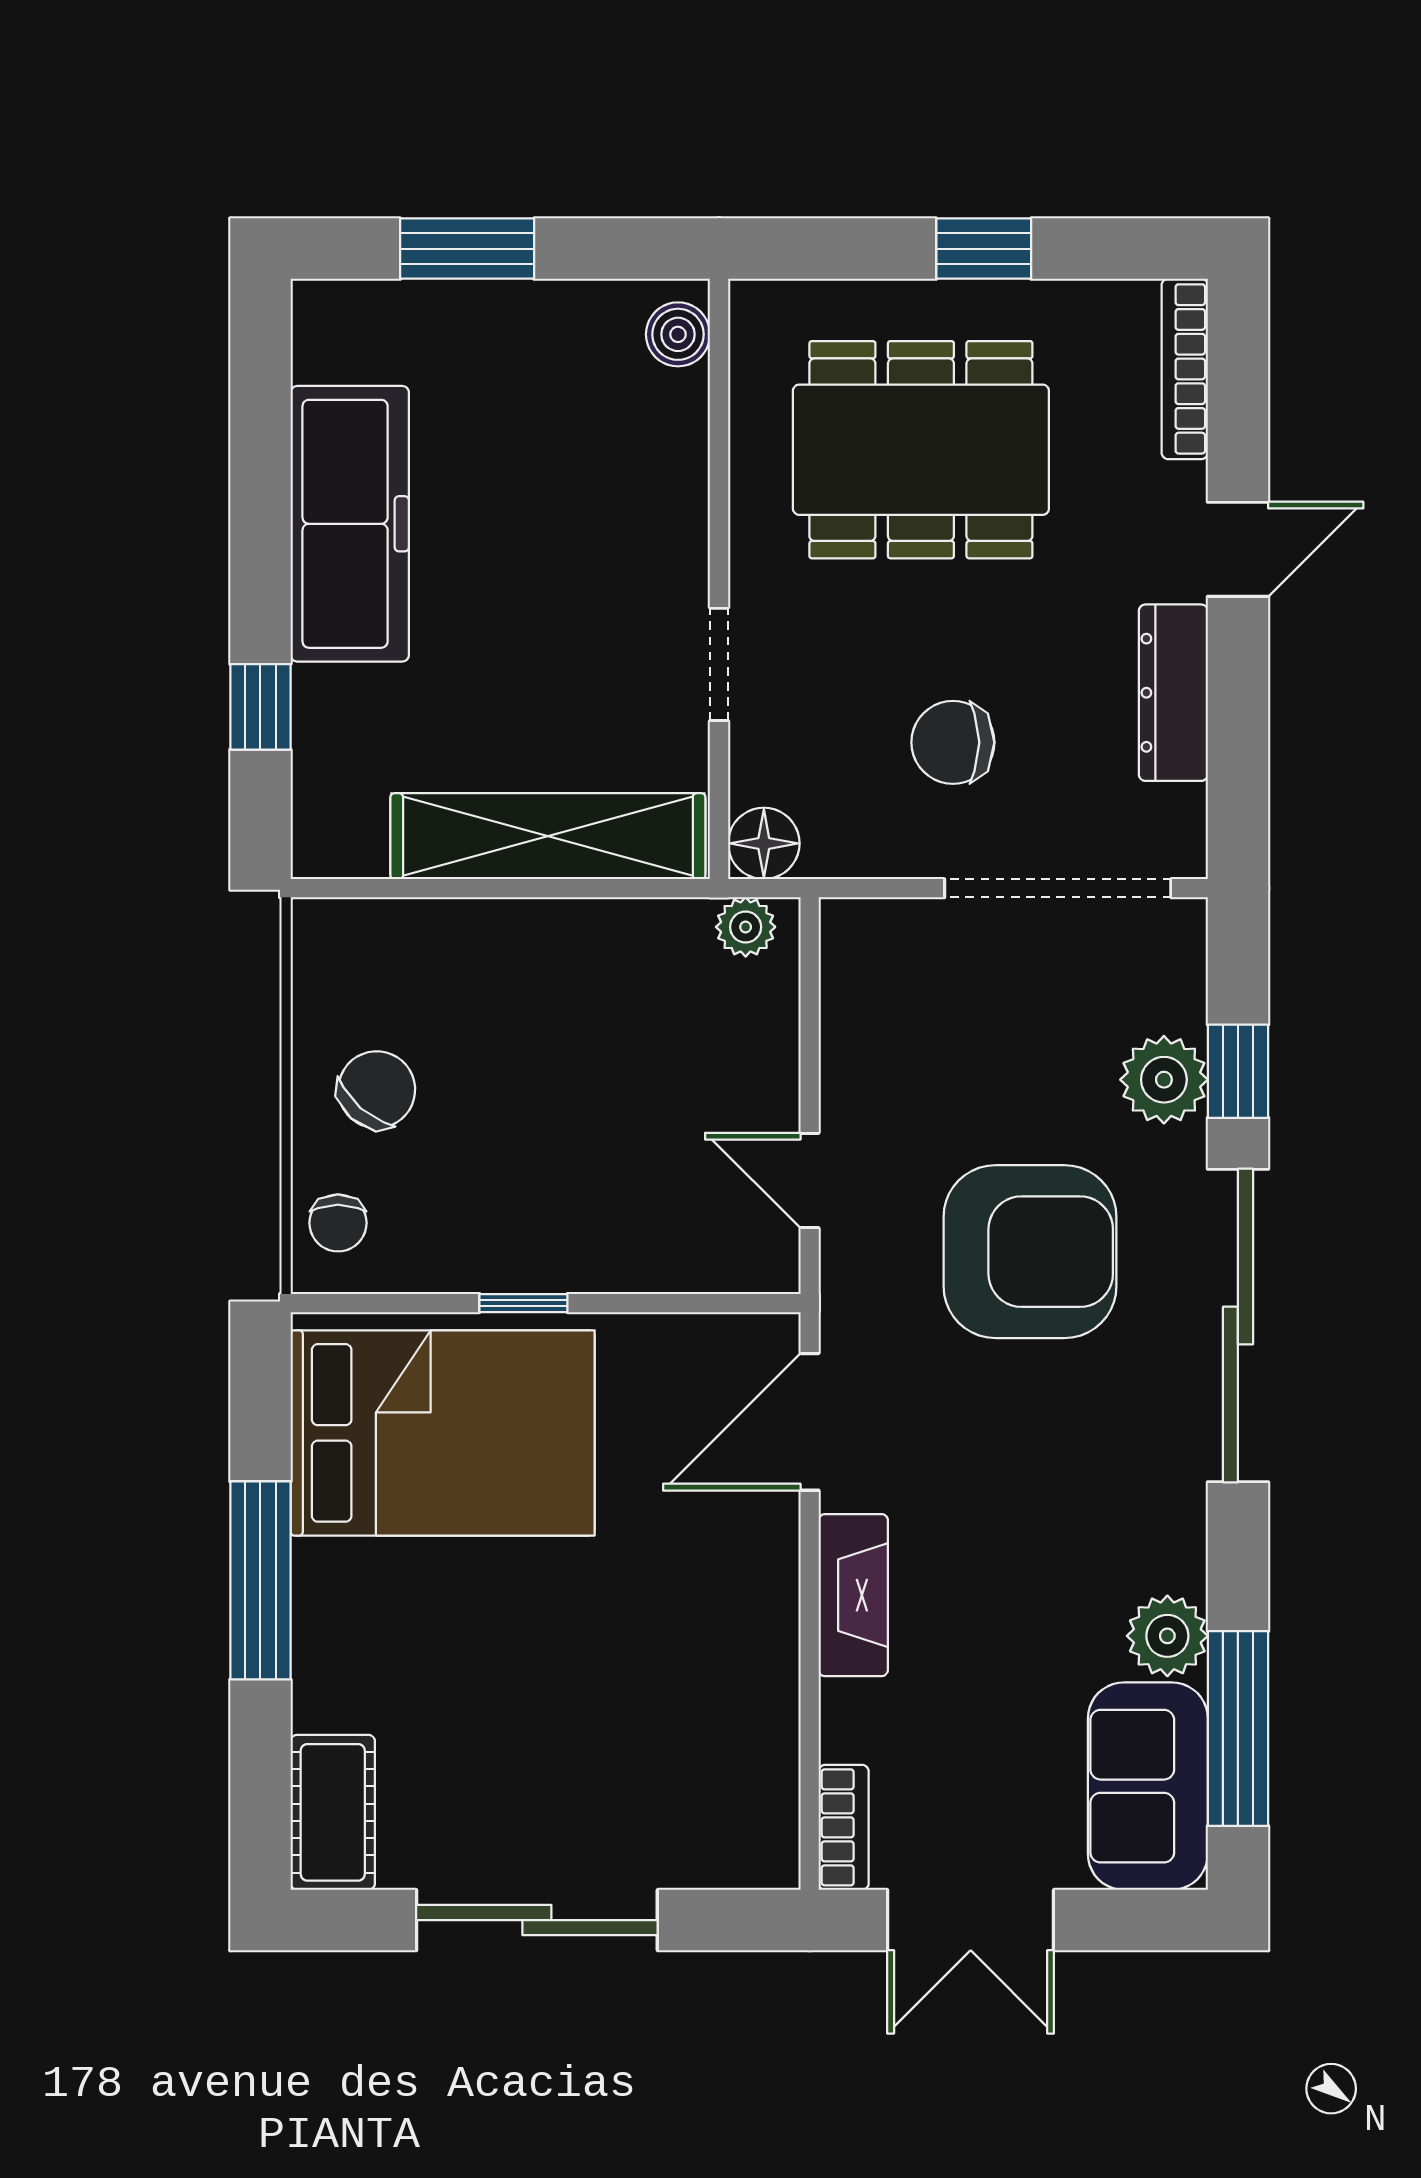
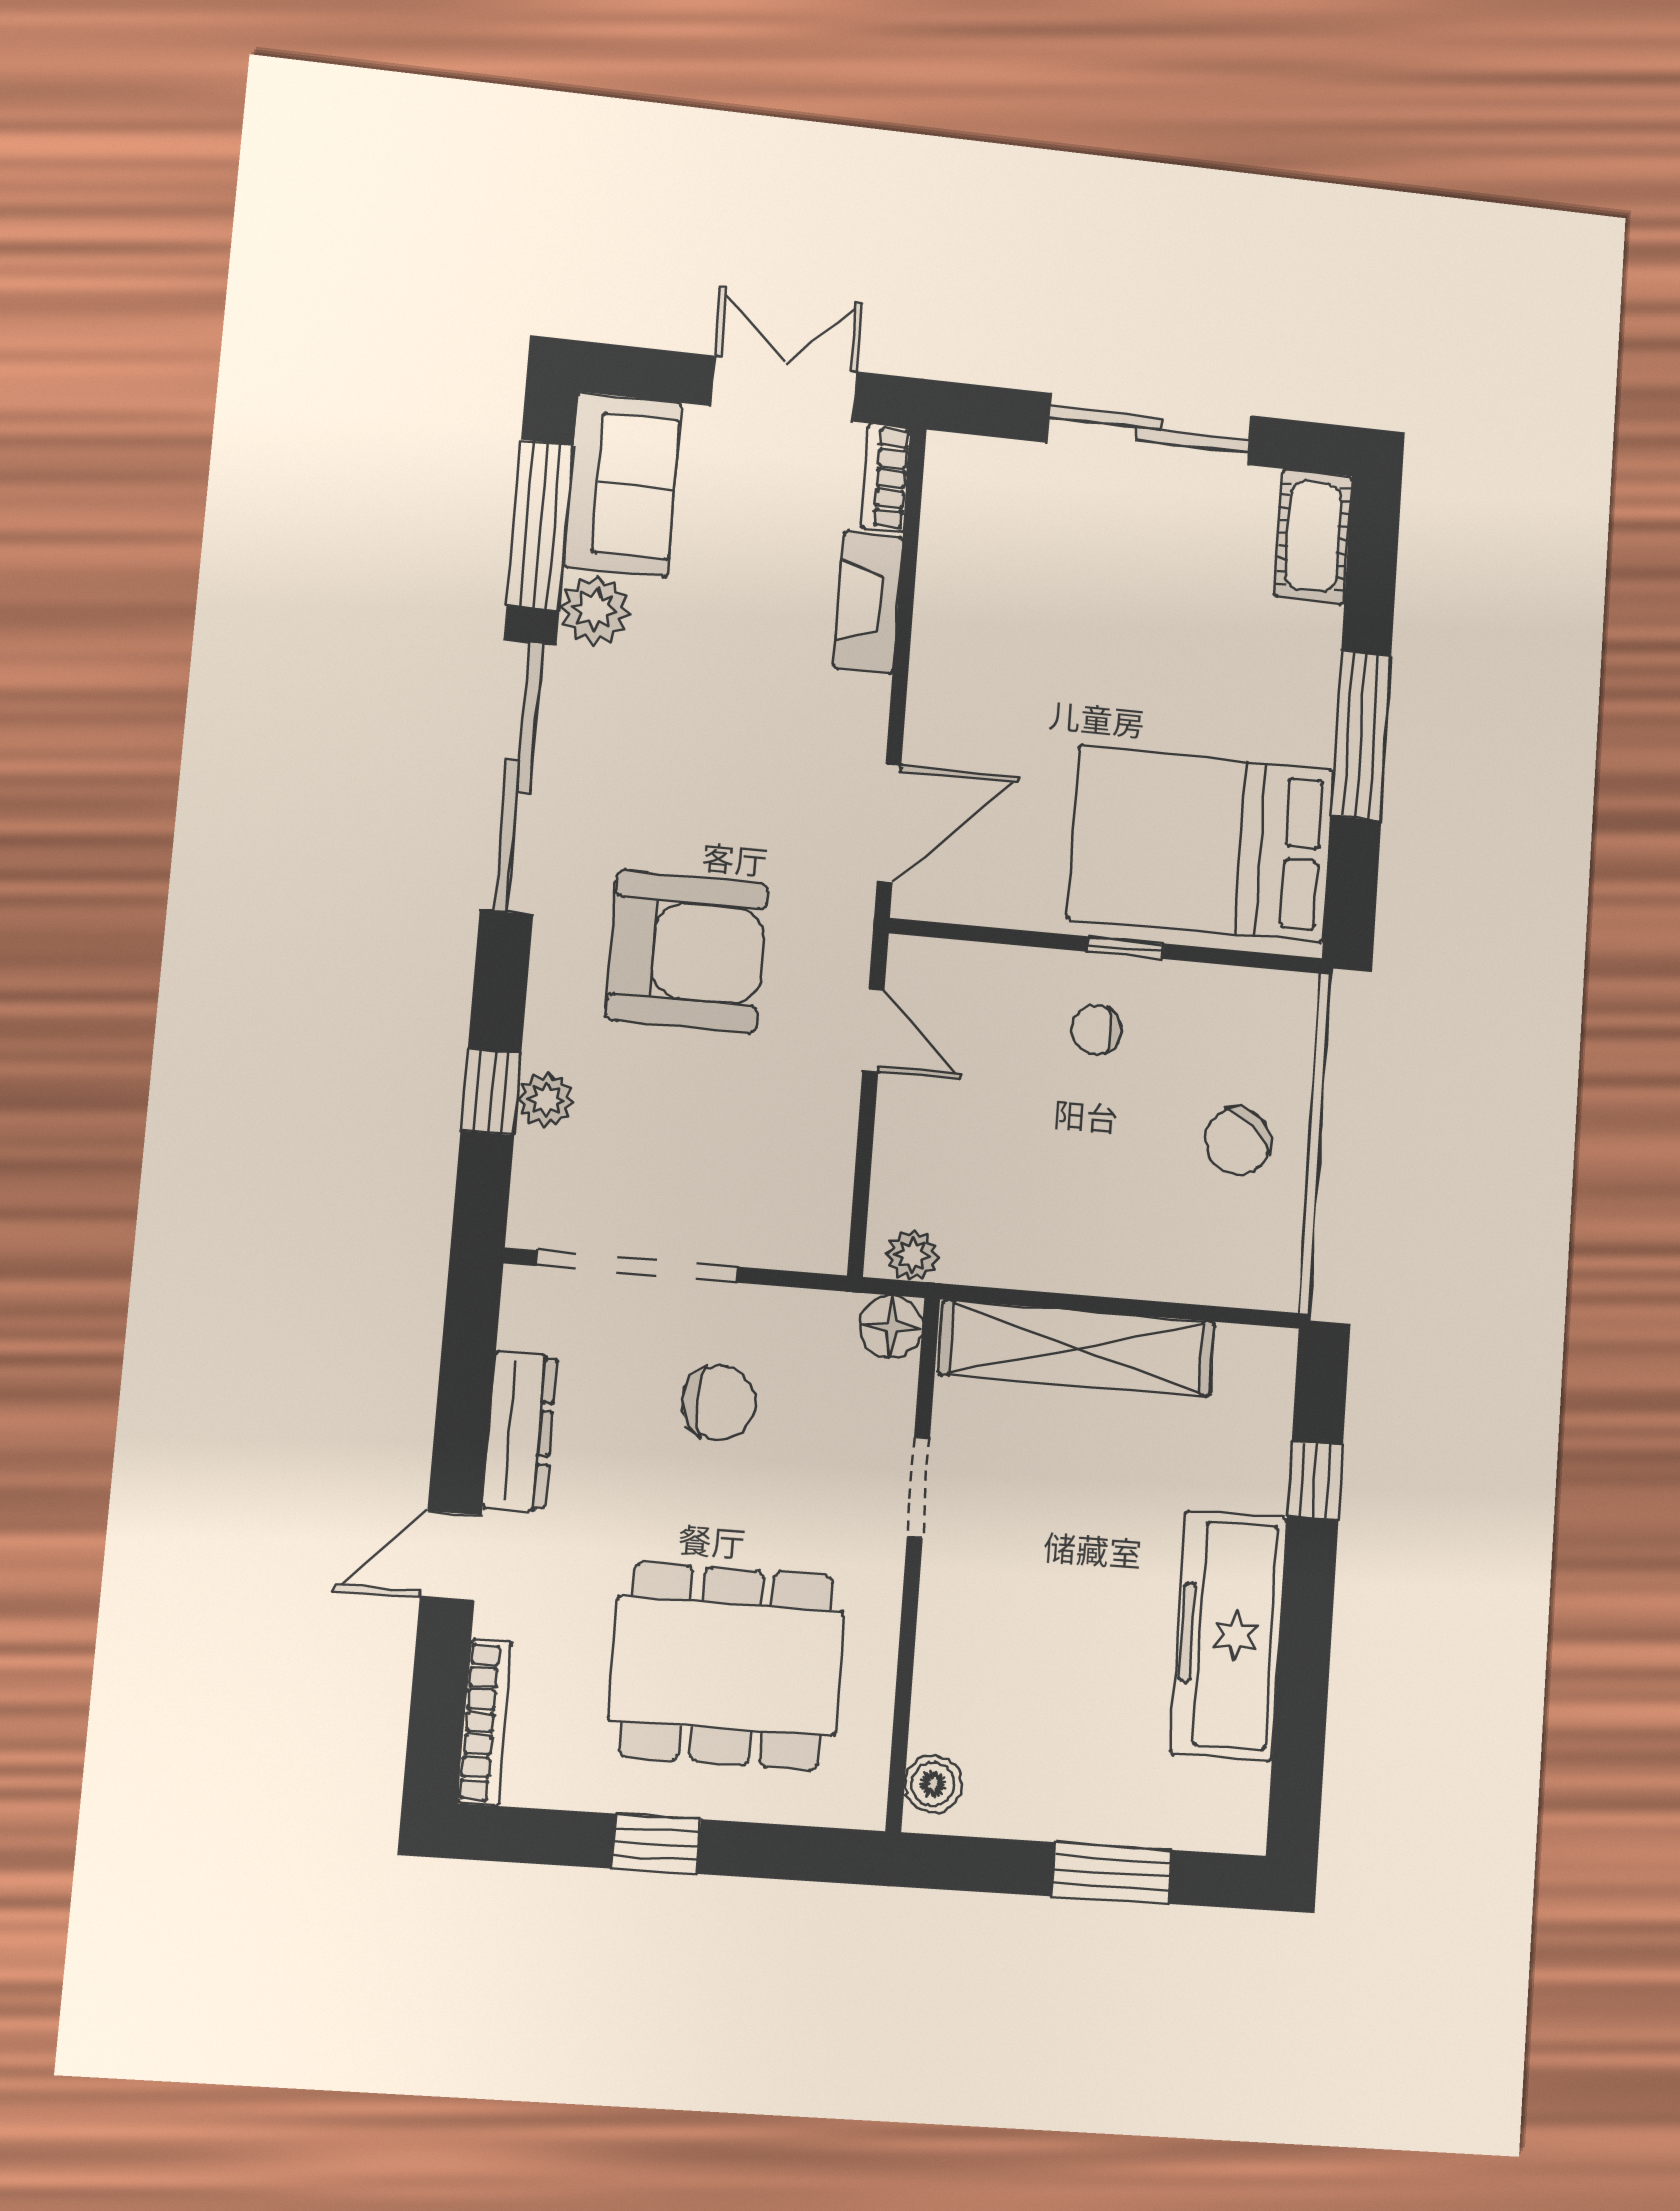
plant: (1164, 1080) -> (546, 1100), width x0.73, depth x0.73
chair: (338, 1223) -> (1096, 1030), moved, turned -90
armchair: (1030, 1252) -> (687, 951), turned 180
sliding door: (1238, 1325) -> (518, 777), moved
fireplace: (853, 1595) -> (868, 603), moved

